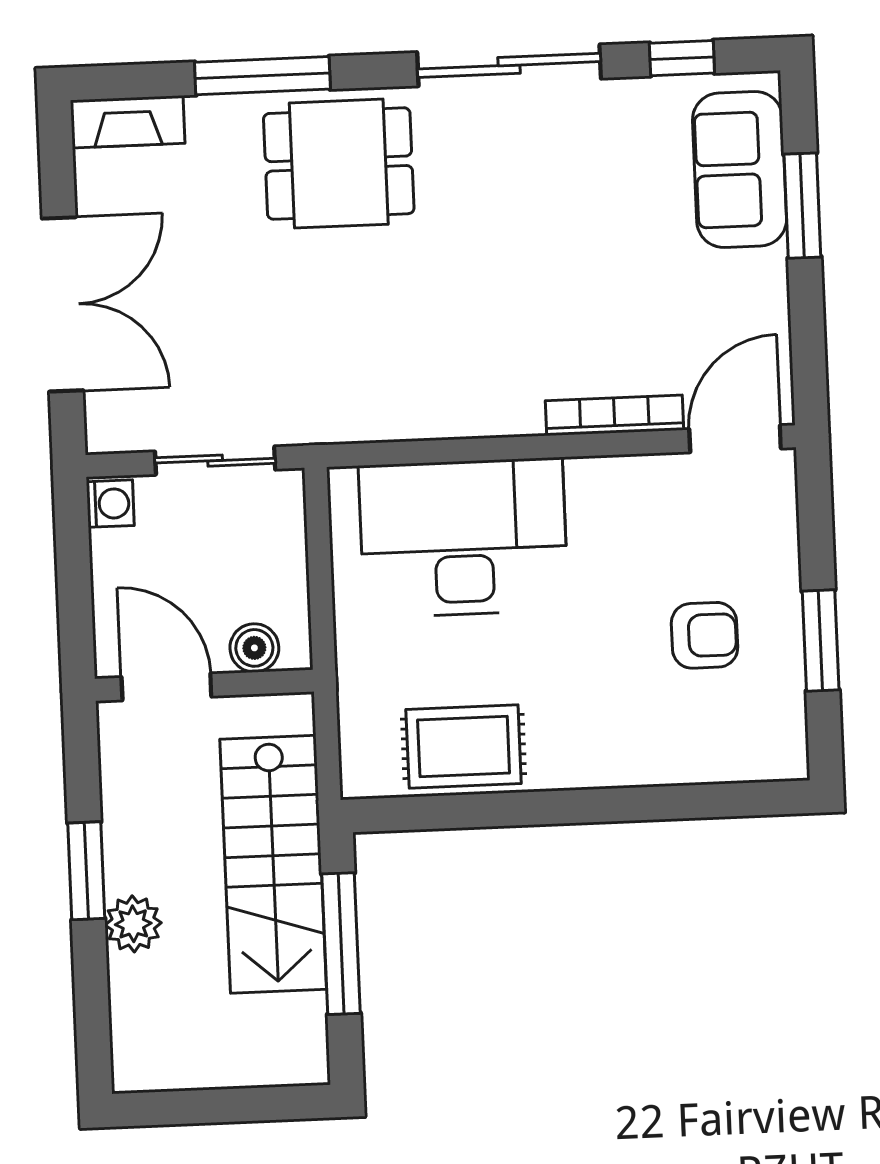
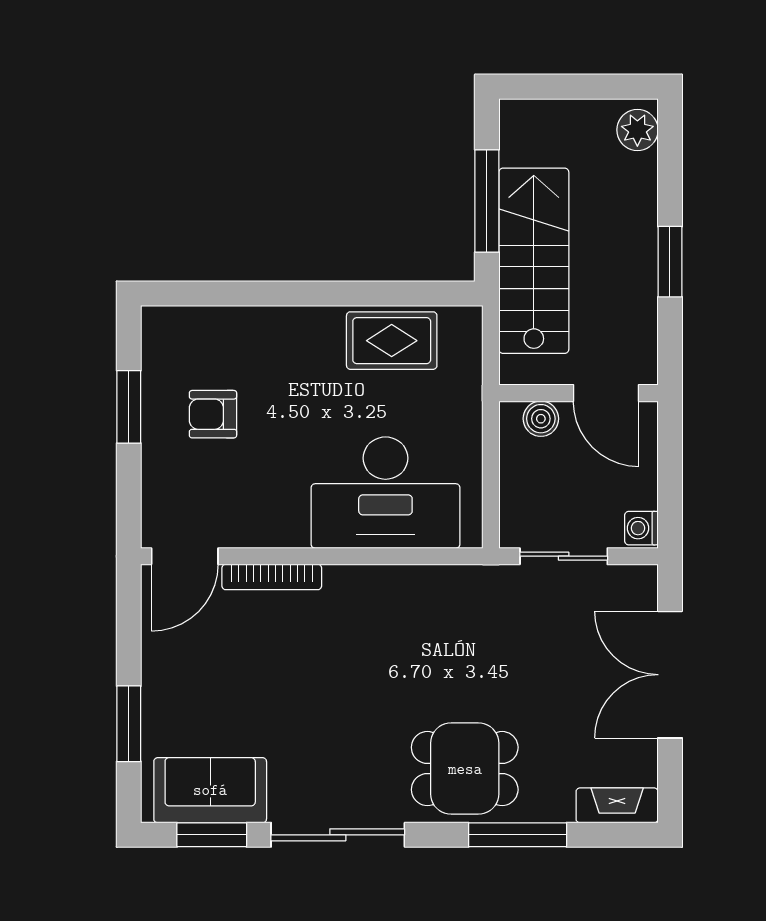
window: (682, 58) -> (212, 835), width x1.50
sofa: (740, 169) -> (210, 790), moved, turned -90
plant: (133, 924) -> (637, 130), moved

